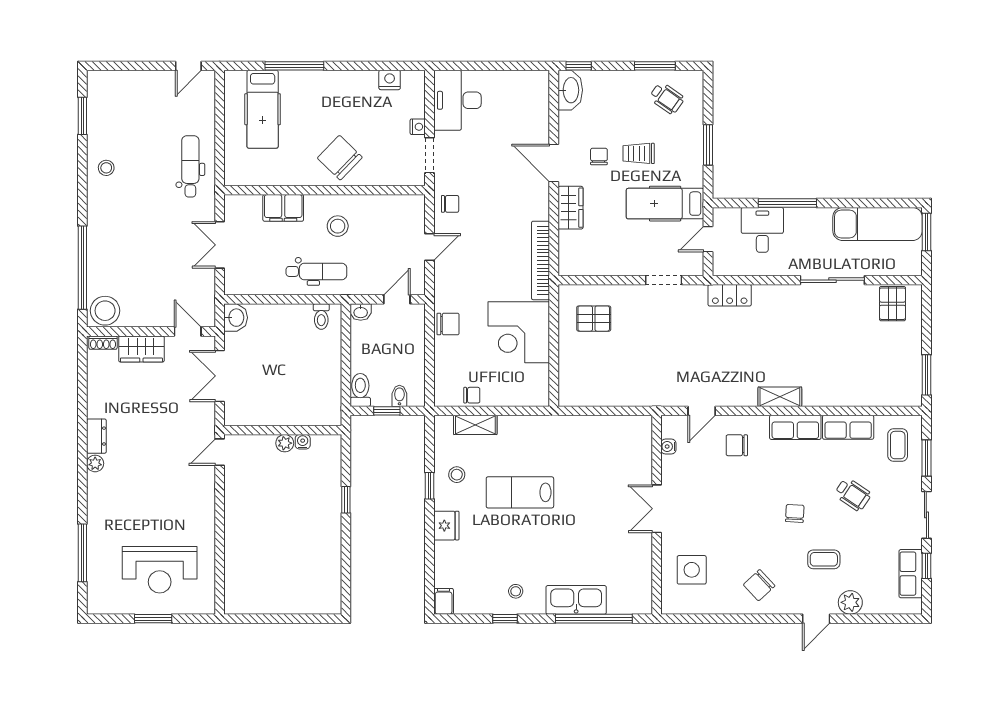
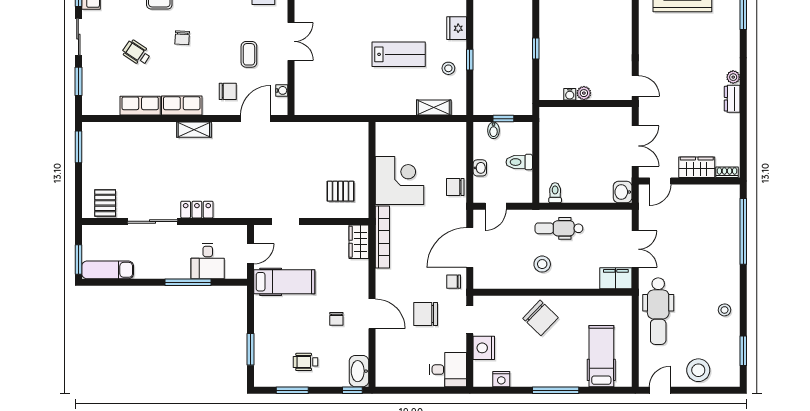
window: (294, 66) -> (556, 390), moved
wheelchair: (667, 98) -> (306, 362), moved, turned -35
desk: (457, 100) -> (448, 370), width x0.73
nightstand: (418, 127) -> (484, 348), width x1.89, depth x1.79
window: (708, 145) -> (251, 349), moved
trolley: (639, 153) -> (305, 321), removed
dental chair: (190, 166) -> (658, 311), width x1.36, depth x1.38
filing cabinet: (283, 208) -> (616, 278), moved
wardrobe: (570, 208) -> (359, 242), moved
exam couch: (878, 224) -> (108, 270), width x0.73, depth x0.69
door: (429, 247) -> (470, 248), width x1.88
locker: (730, 295) -> (197, 210), moved
stool: (105, 311) -> (698, 370), moved
washbasin: (361, 312) -> (480, 168), moved, turned 90
door: (188, 332) -> (660, 181), hinge flipped
toilet: (360, 390) -> (519, 162), moved, turned 90
chair: (472, 395) -> (426, 314), moved, width x1.87, depth x1.87
door: (702, 411) -> (256, 119), width x1.38
coffee table: (898, 445) -> (249, 54), moved
door: (220, 452) -> (635, 86), hinge flipped

